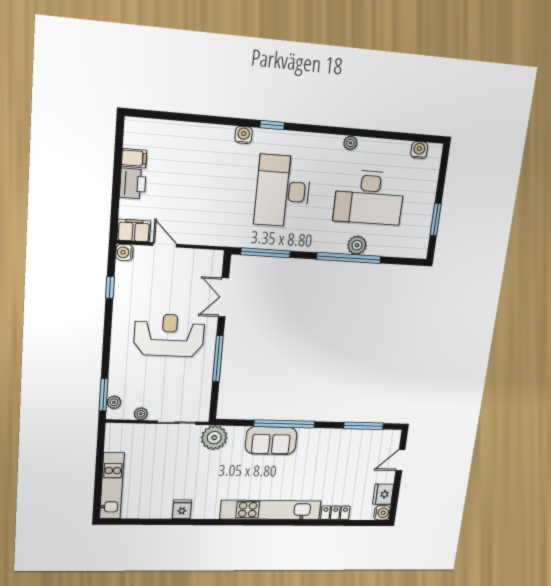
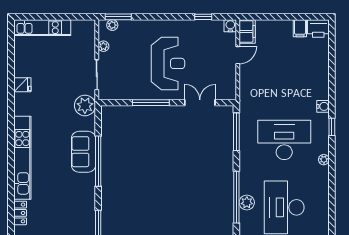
plant: (350, 143) -> (324, 160), moved
printer: (133, 184) -> (318, 29), moved

